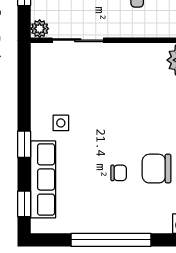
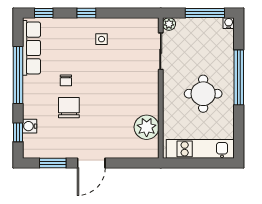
row of seats: (43, 179) -> (31, 48), moved, turned -90

